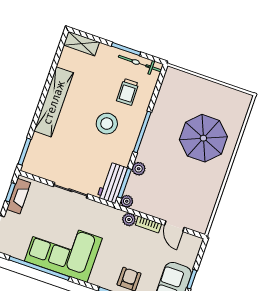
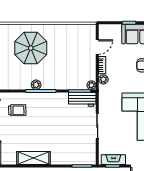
shelving: (54, 102) -> (34, 158), width x0.68
stool: (107, 124) -> (44, 117), removed
plant: (139, 169) -> (36, 85), moved

